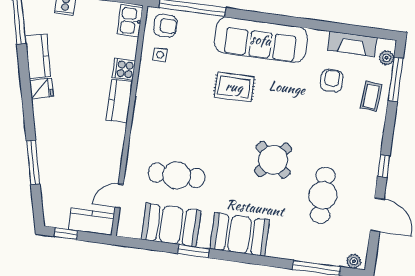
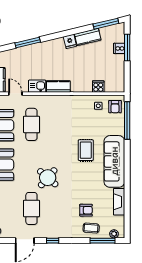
kitchen sink: (130, 21) -> (37, 86), moved
fireplace: (352, 44) -> (119, 202), moved
cooker: (124, 69) -> (98, 87), moved
armchair: (332, 81) -> (86, 210), moved
kitchen counter: (120, 101) -> (58, 86), moved
cafe table: (323, 195) -> (31, 208), turned 90

